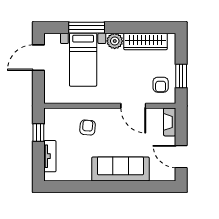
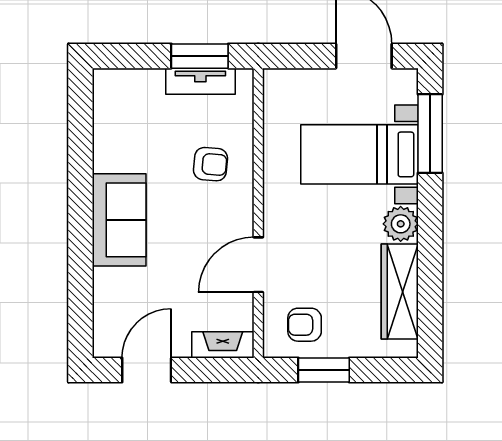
window: (87, 28) -> (430, 134), moved
window: (38, 132) -> (200, 56), width x1.50
tv unit: (50, 156) -> (200, 81), moved
sofa: (120, 169) -> (119, 220), width x0.73

